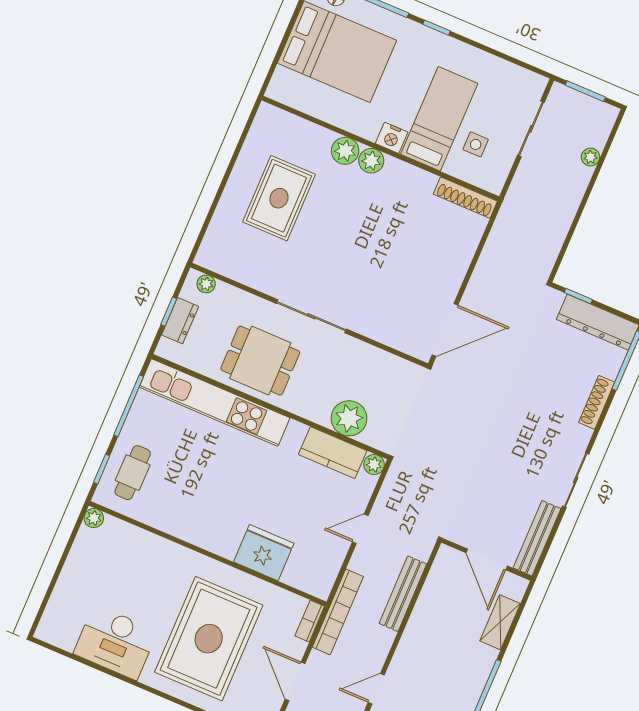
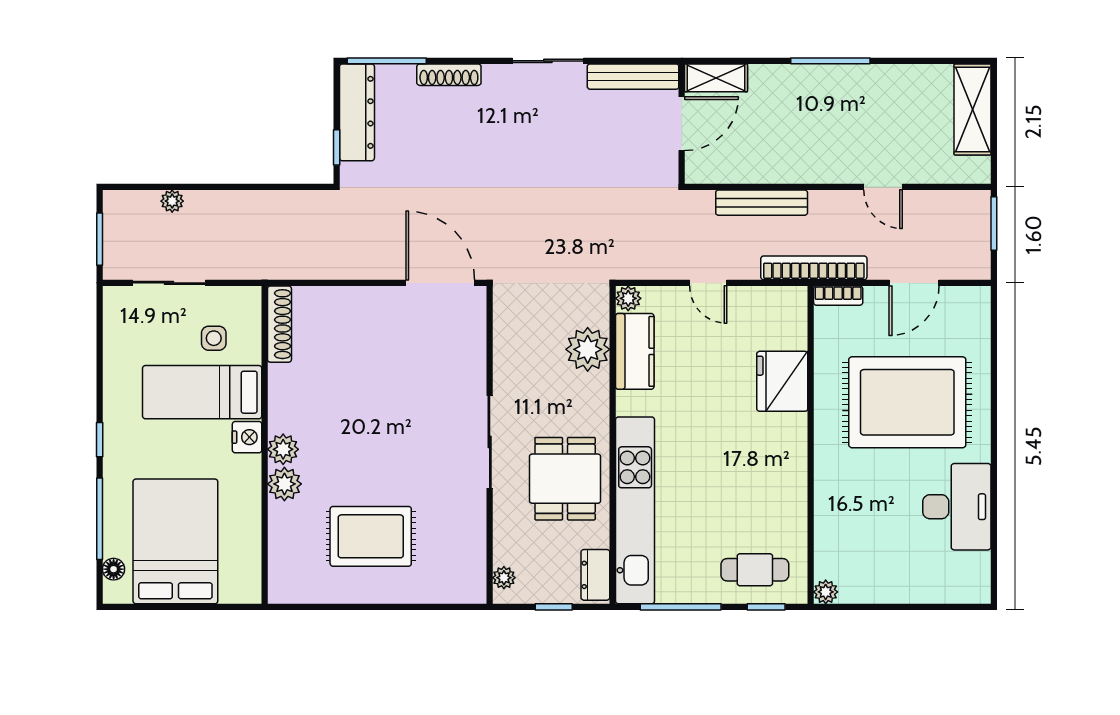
dresser: (180, 321) -> (595, 575), moved, turned -90
shelving: (500, 622) -> (716, 78), moved

